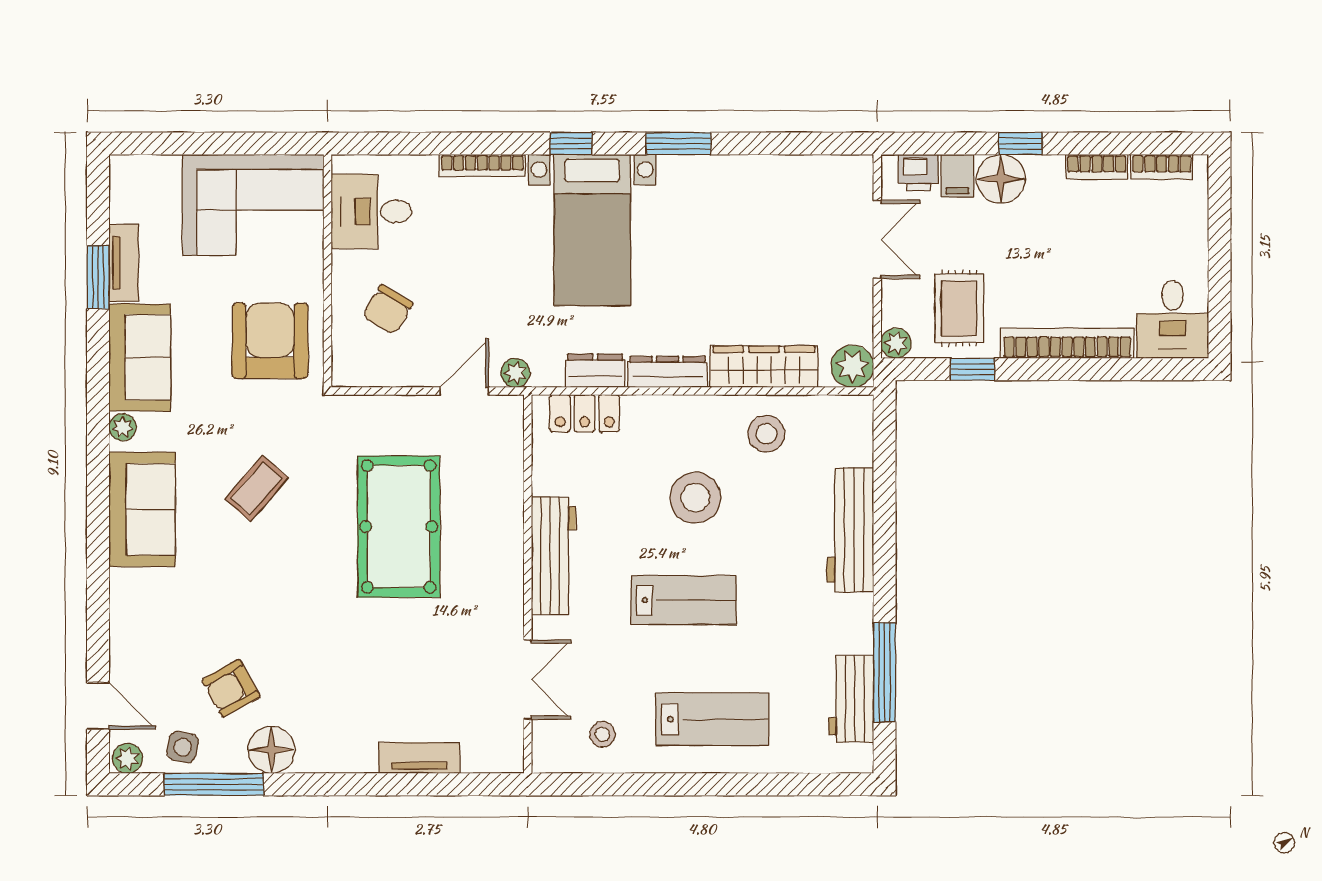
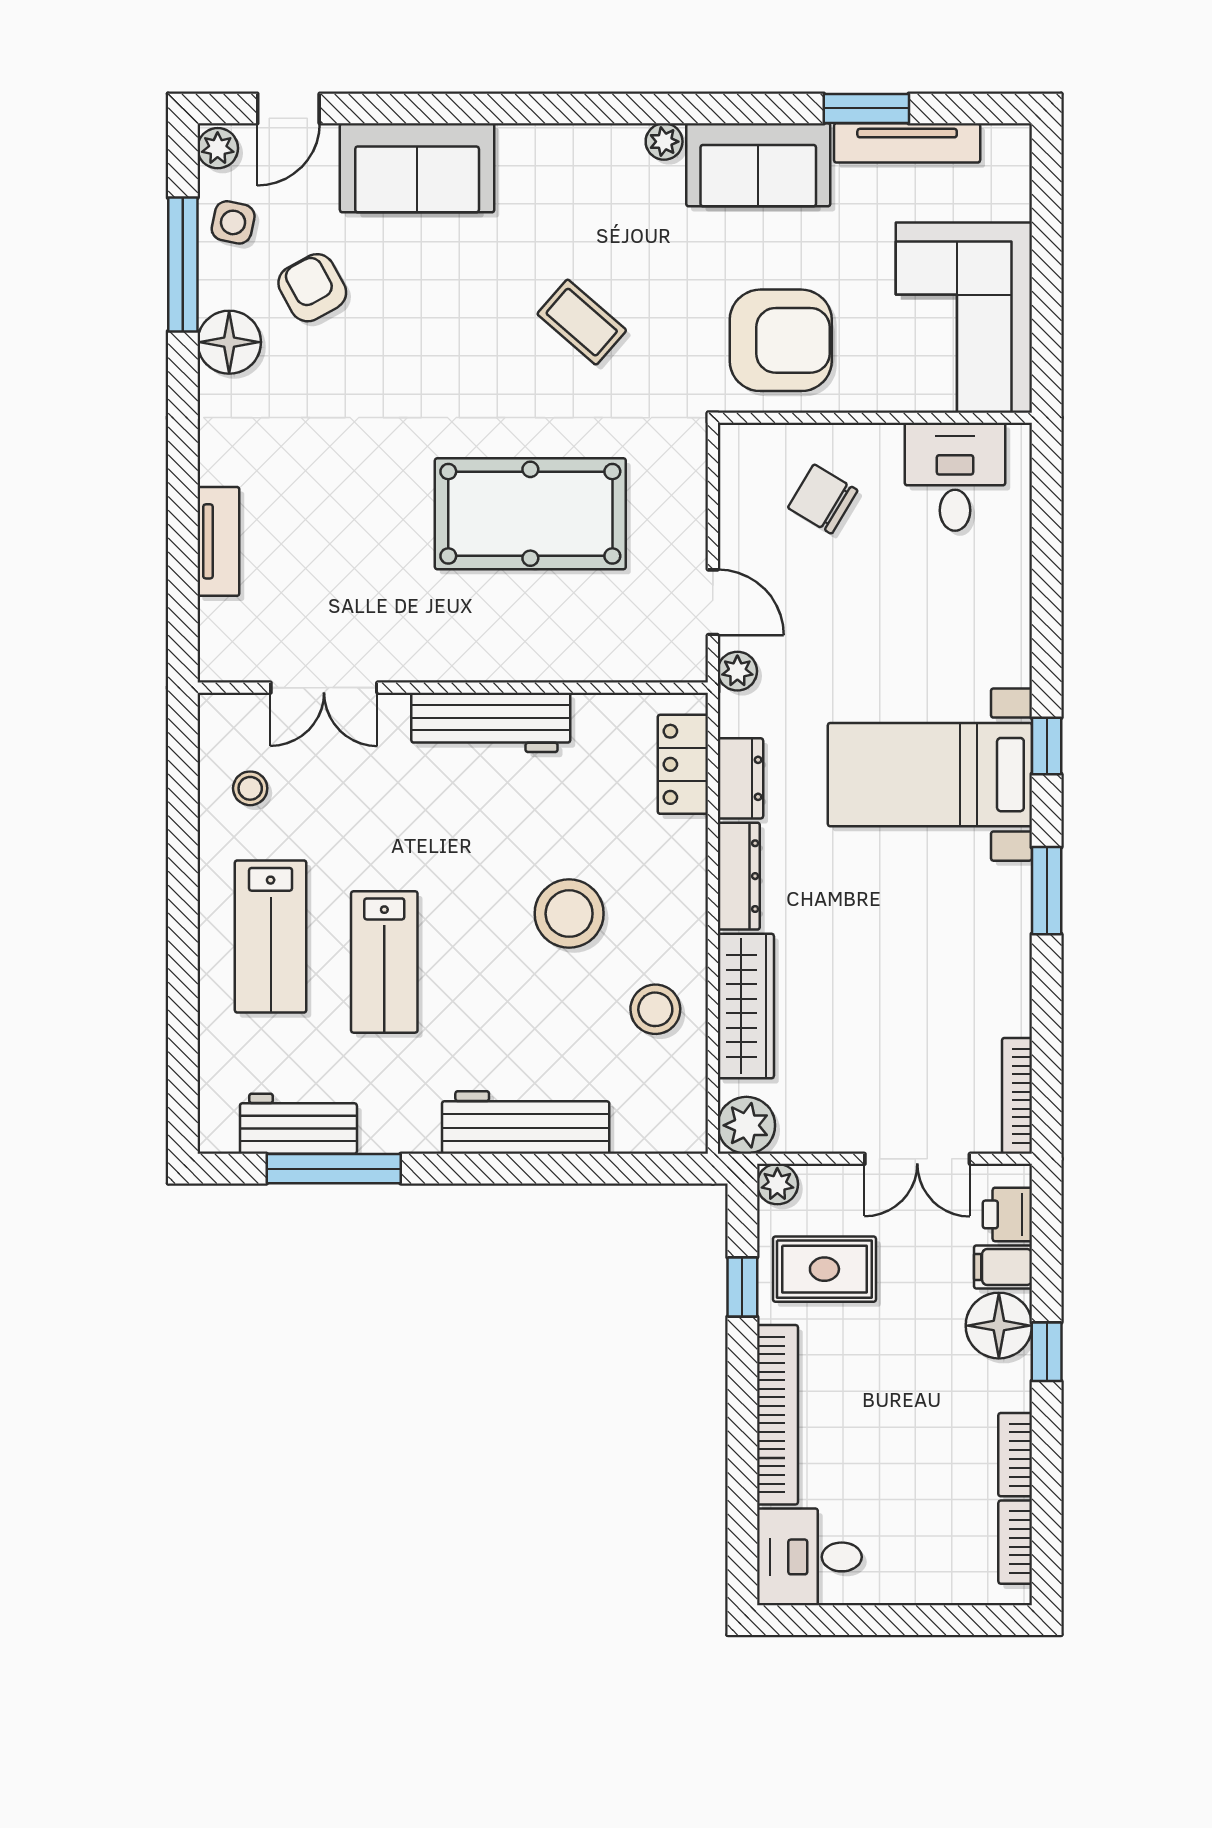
bookcase: (482, 165) -> (1017, 1096), moved
tv unit: (124, 263) -> (907, 143), width x1.41
sofa: (142, 509) -> (417, 168), moved
lab bench: (684, 600) -> (384, 962), moved

